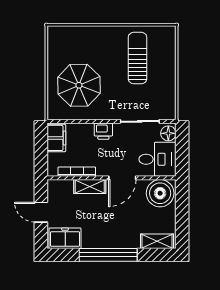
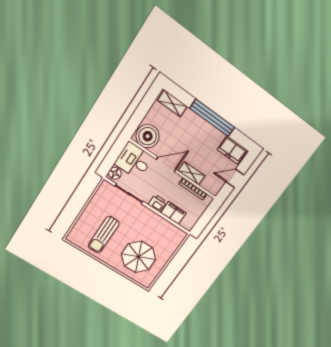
parasol: (79, 85) -> (138, 257), moved
filing cabinet: (56, 138) -> (173, 213), moved, turned 90
door: (41, 212) -> (235, 178), swing flipped

